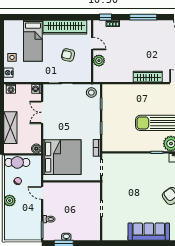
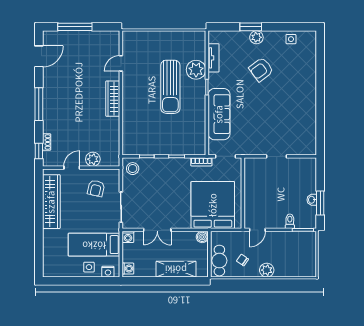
bed: (33, 41) -> (94, 245), moved, turned 180
armchair: (68, 55) -> (96, 188), moved
sofa: (149, 232) -> (219, 114), moved, turned 180

